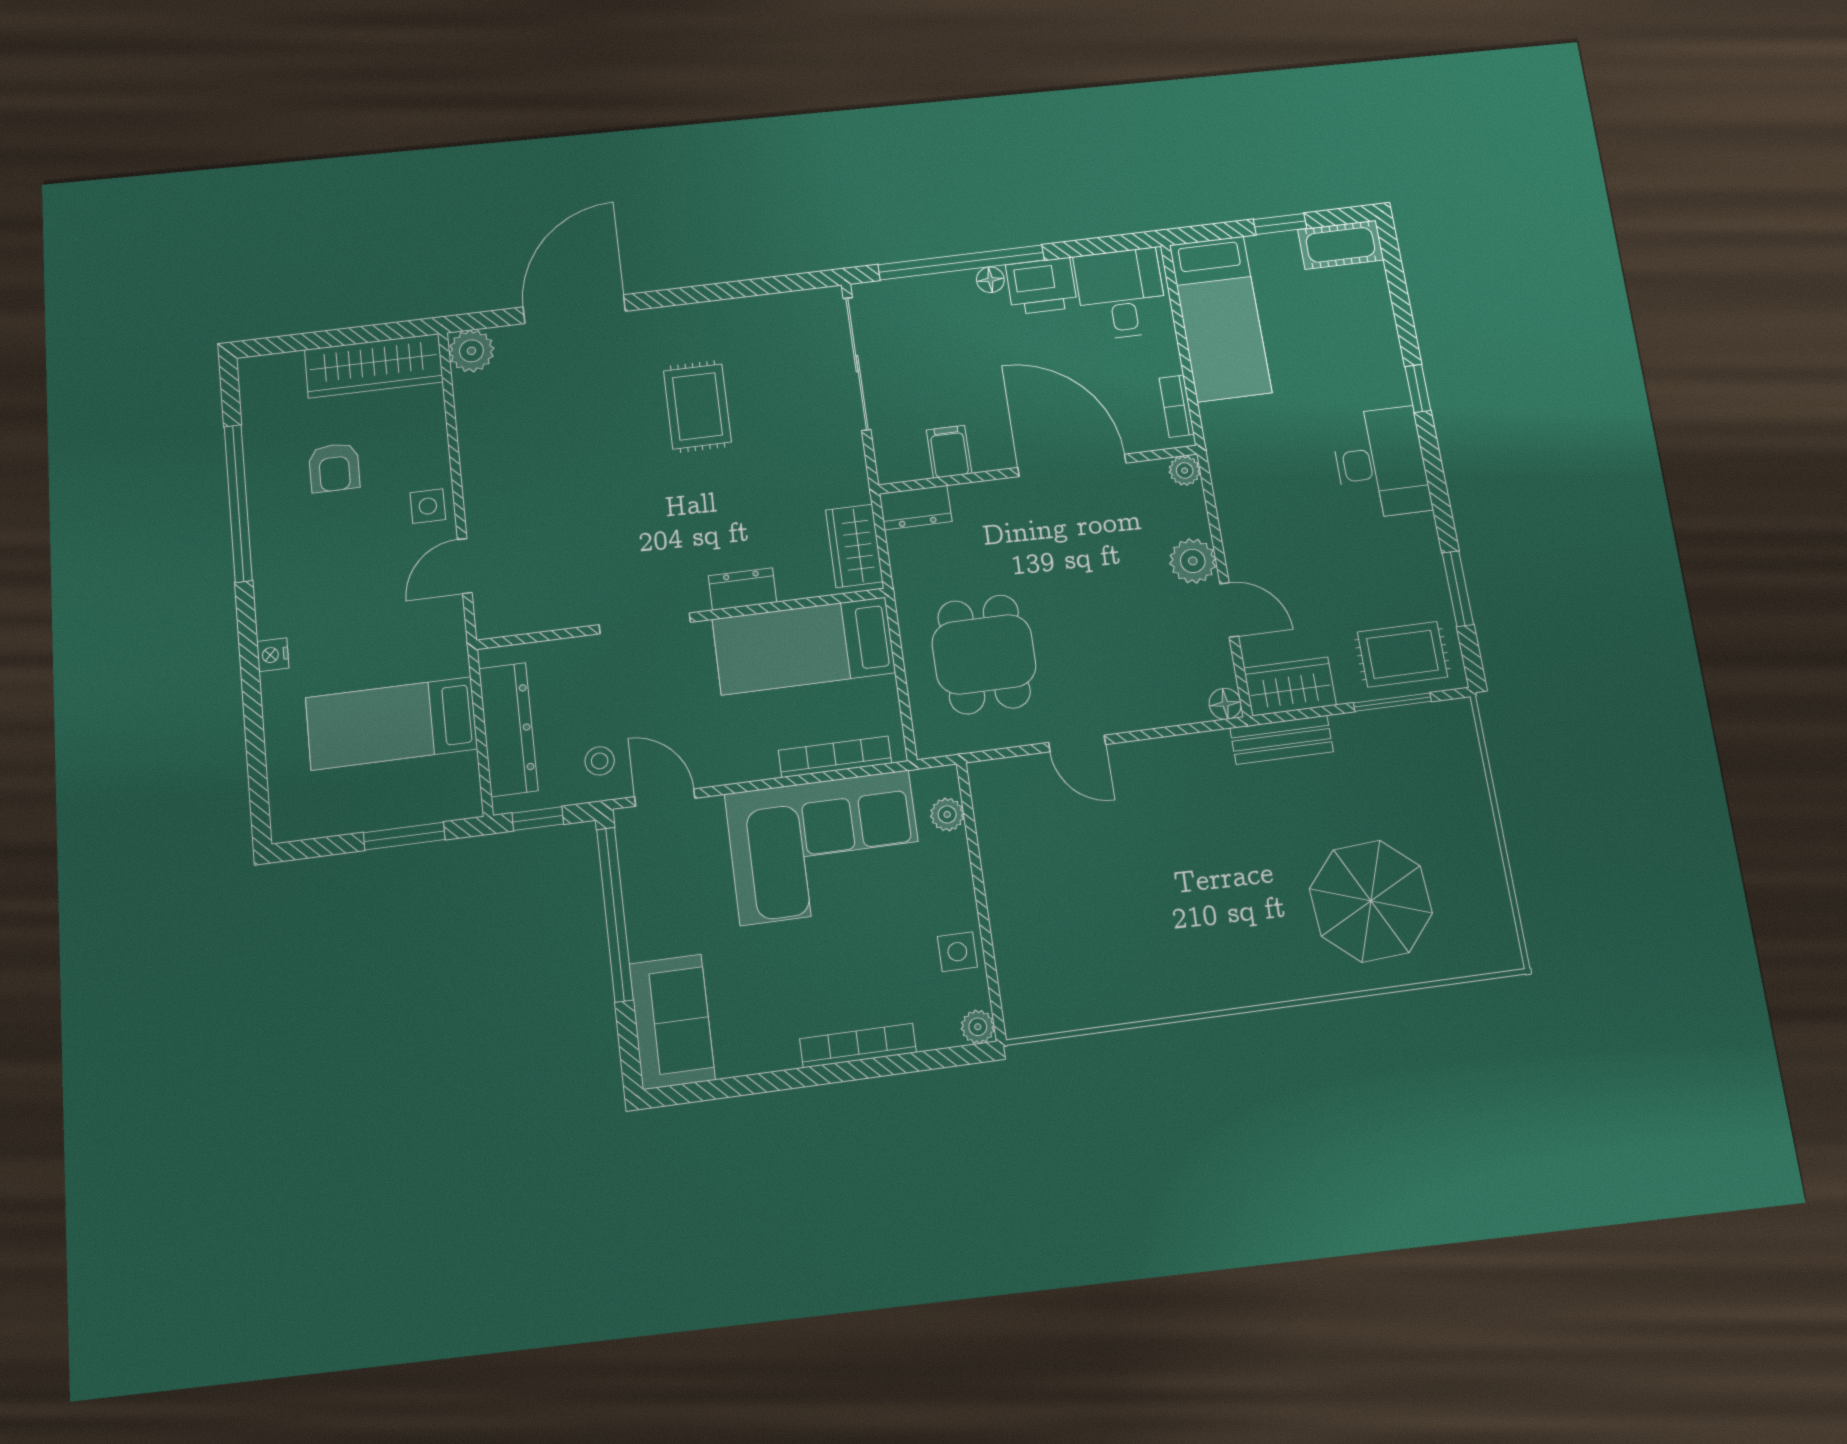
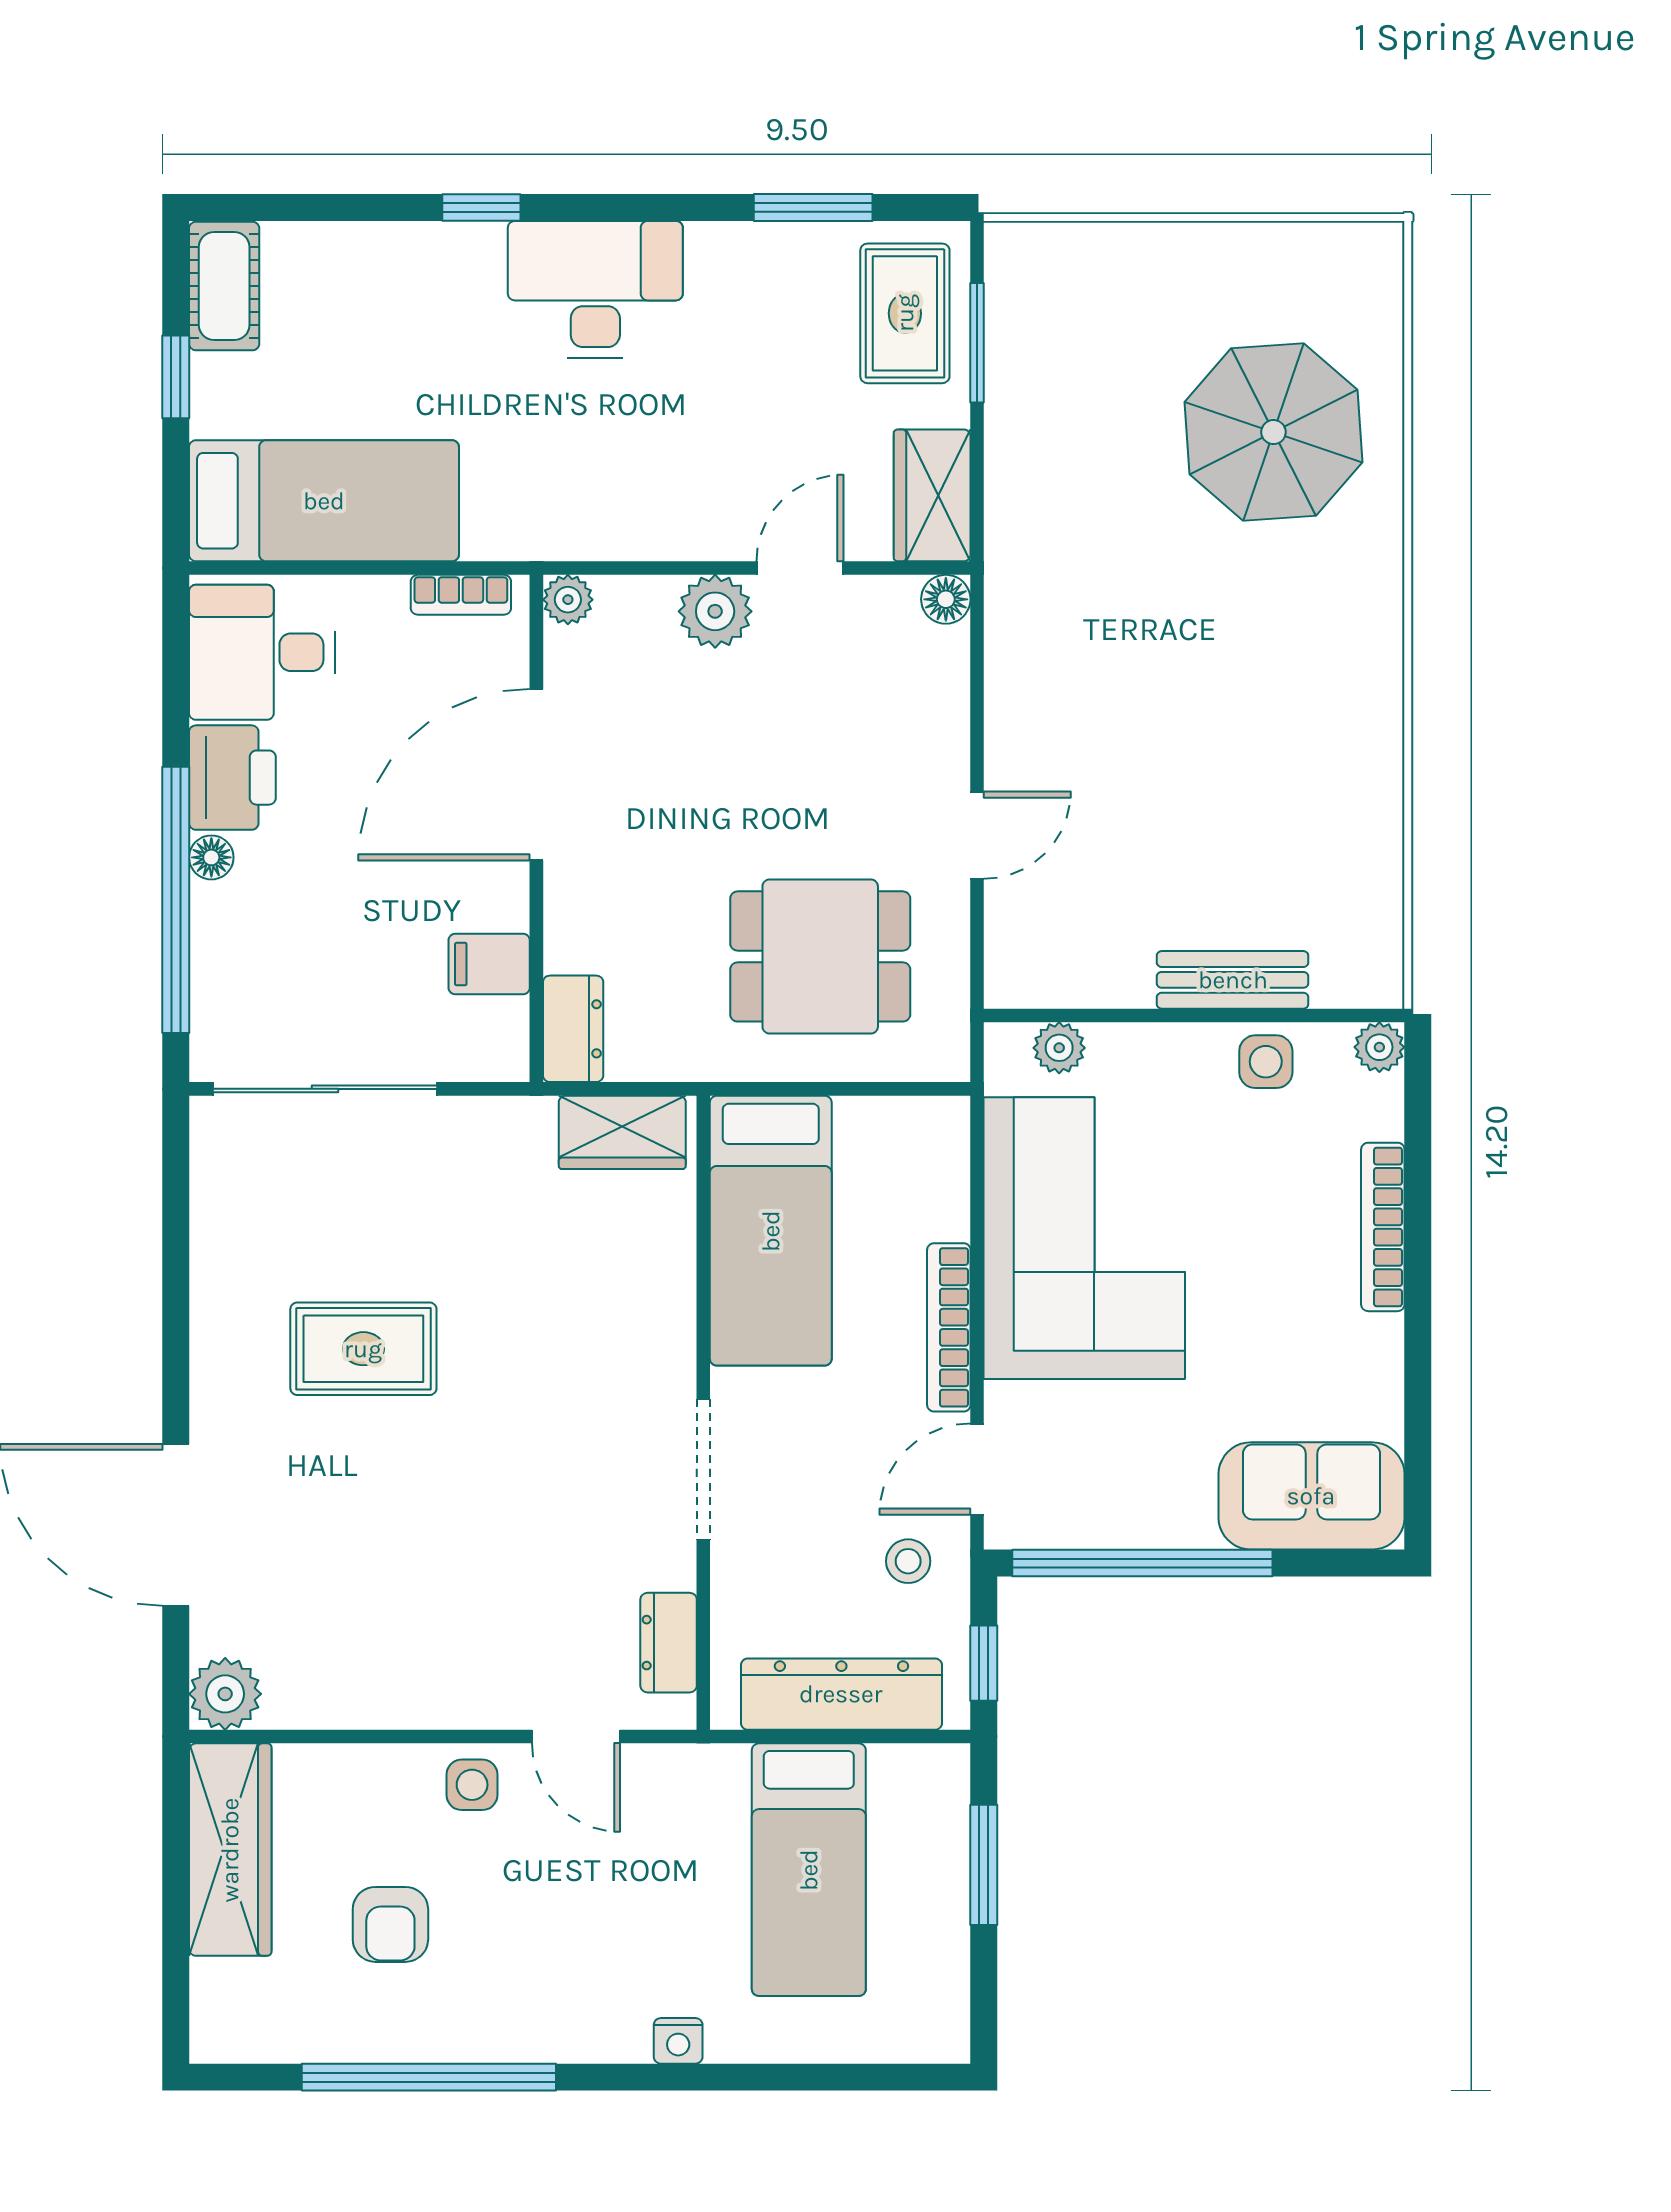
armchair: (334, 468) -> (390, 1924), turned 90
dresser: (743, 589) -> (669, 1643), moved
bench: (1282, 740) -> (1233, 980), moved, turned 90
bookcase: (835, 757) -> (949, 1327), moved

